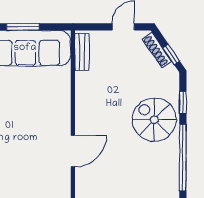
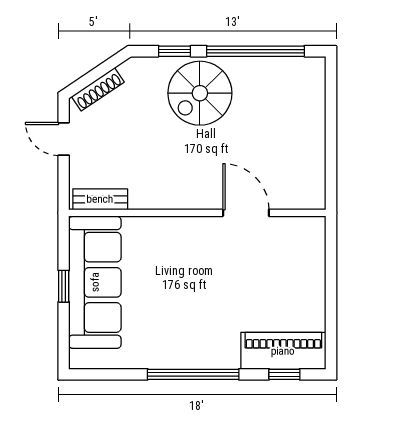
window: (23, 27) -> (64, 286), width x0.67
window: (171, 54) -> (104, 68), removed

